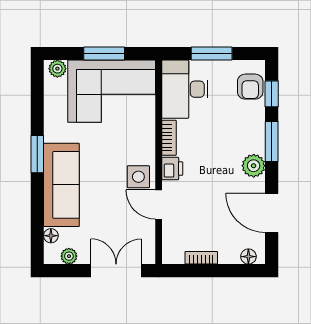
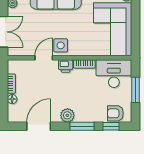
window: (104, 53) -> (136, 25), removed
floor lamp: (248, 257) -> (12, 99), moved

